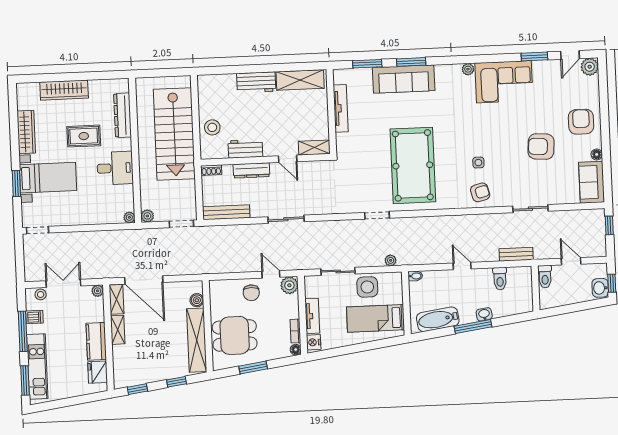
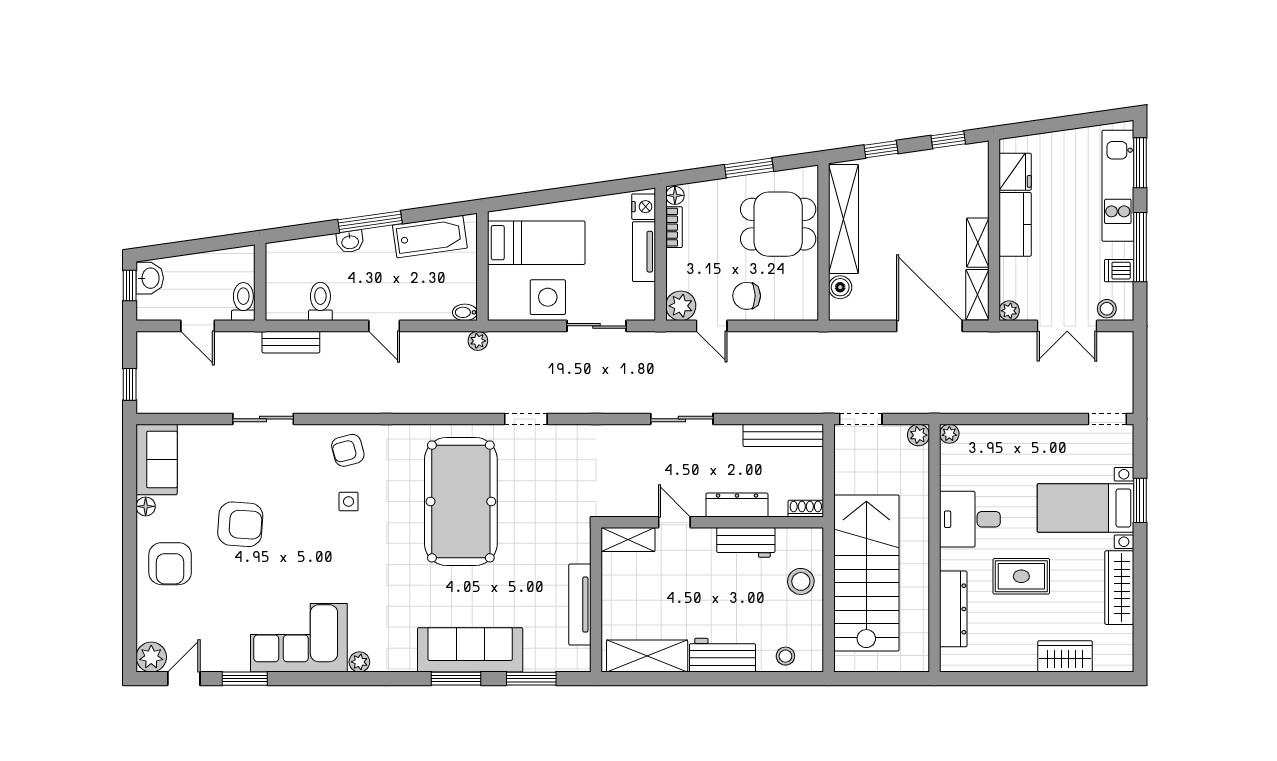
stool: (219, 83) -> (785, 656), added
wardrobe: (64, 90) -> (1065, 656), width x0.67
plant: (391, 260) -> (478, 341), moved
chair: (251, 293) -> (747, 296), turned -90

